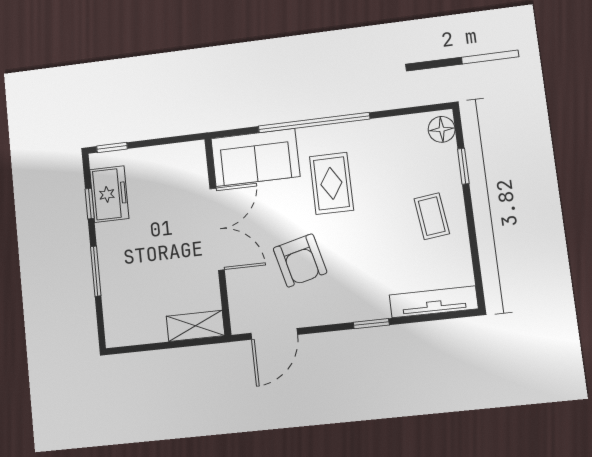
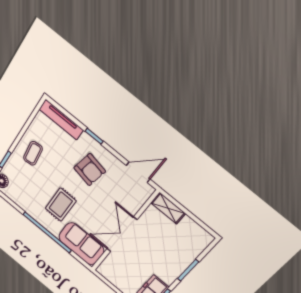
armchair: (300, 260) -> (90, 170), moved, turned 115

